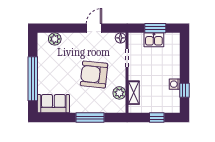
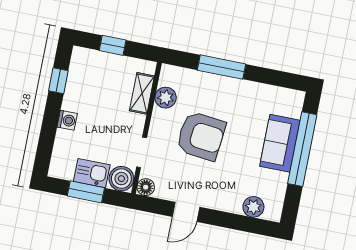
boiler: (136, 40) -> (121, 179), added
washing machine: (175, 84) -> (67, 120), moved
sofa: (53, 104) -> (280, 143), moved, turned 90

